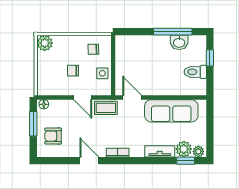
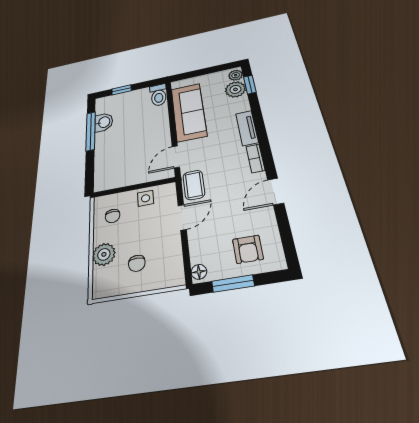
plant: (45, 43) -> (104, 254), moved
chair: (73, 71) -> (137, 263), moved
toilet: (195, 72) -> (159, 95), moved
tv unit: (160, 151) -> (247, 128), moved

